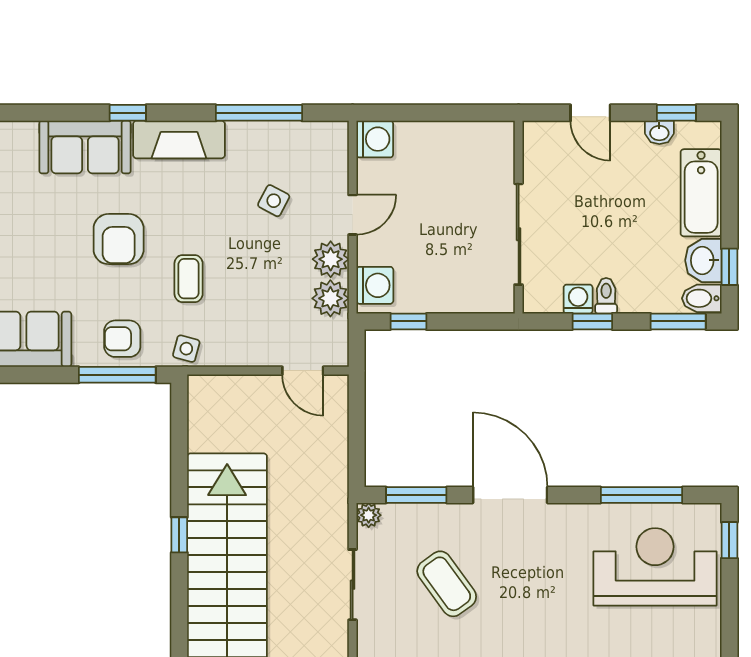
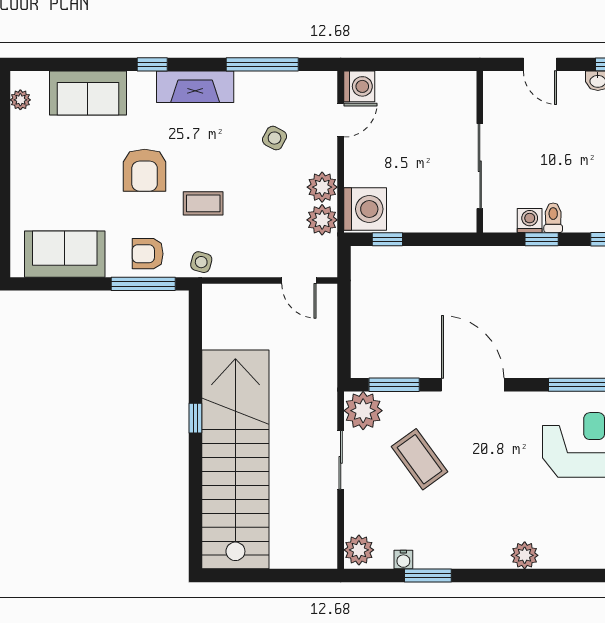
sofa: (85, 147) -> (88, 93), moved
door: (353, 215) -> (341, 120), moved
coffee table: (189, 279) -> (203, 203), turned 90
washing machine: (375, 285) -> (365, 209), width x1.37, depth x1.37
plant: (369, 515) -> (363, 411), width x1.88, depth x1.88

